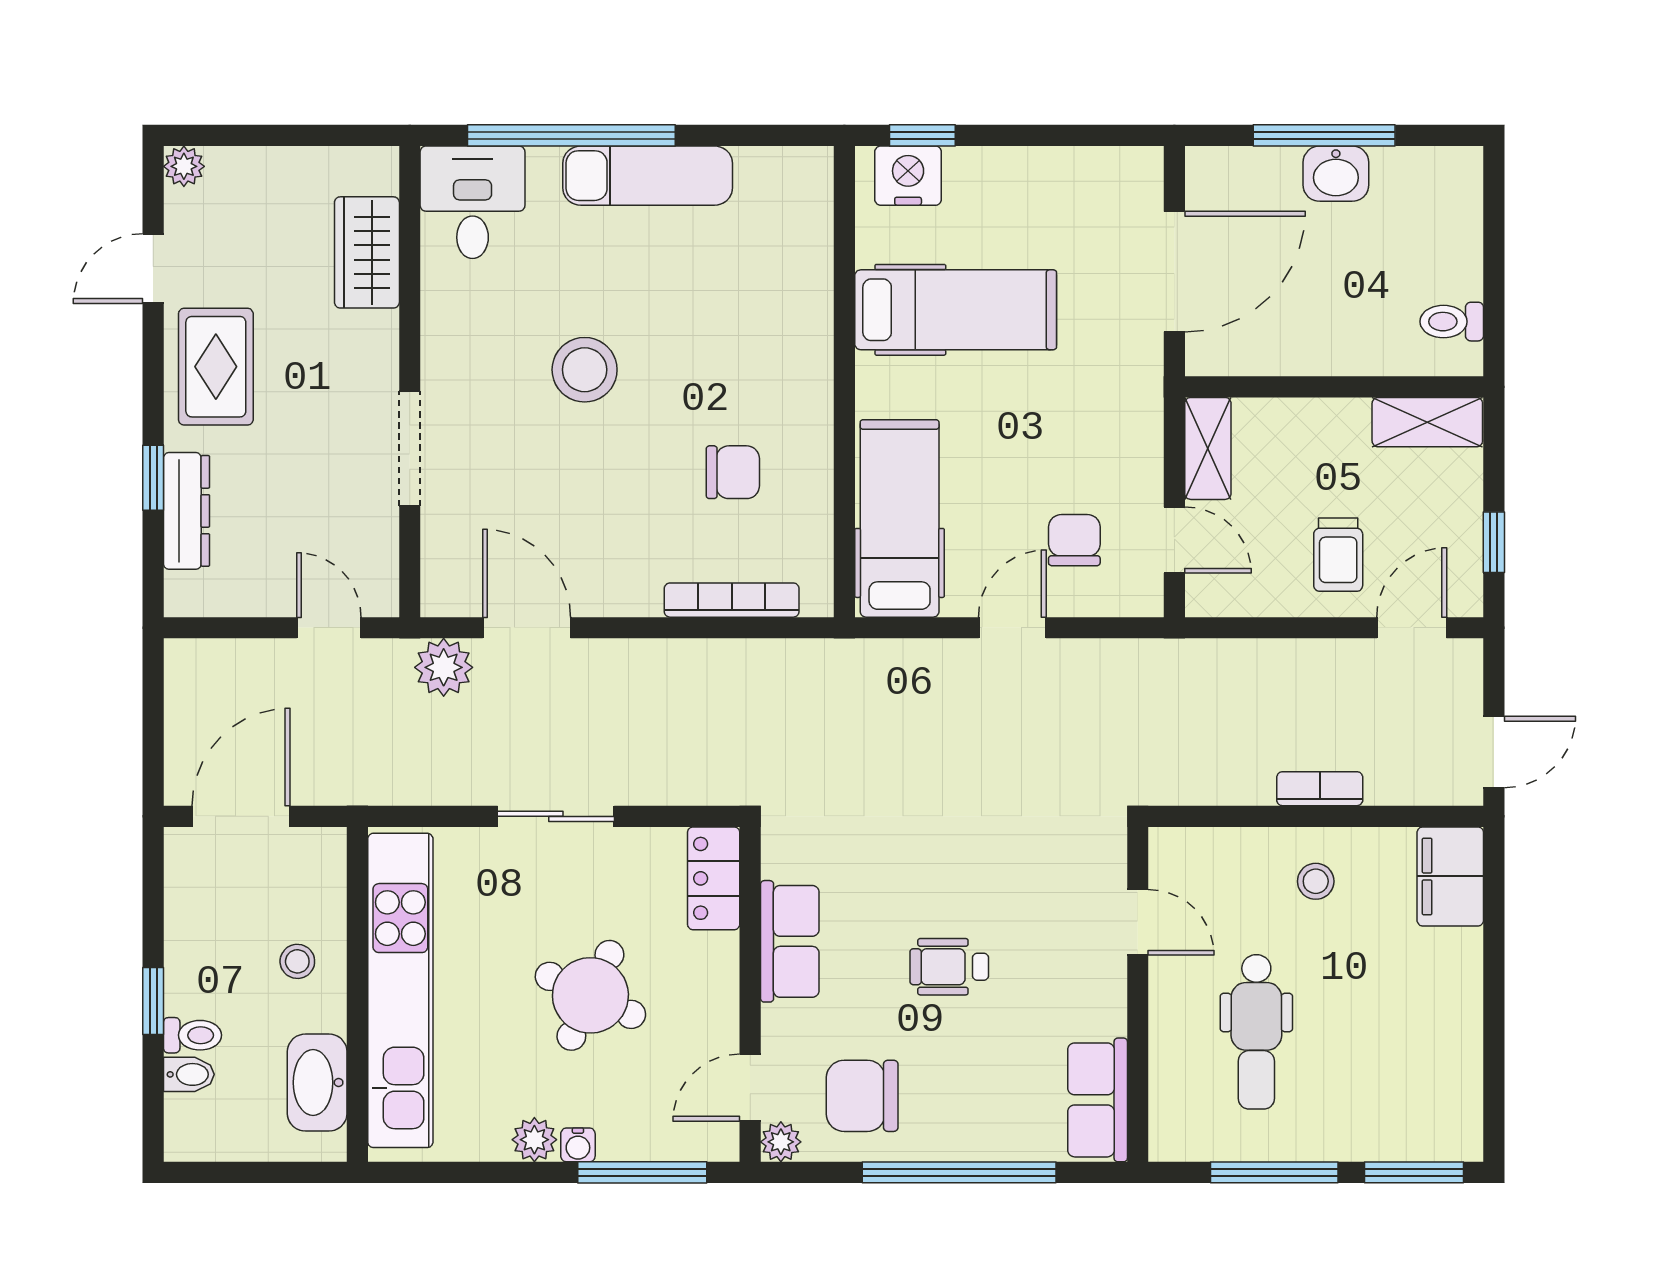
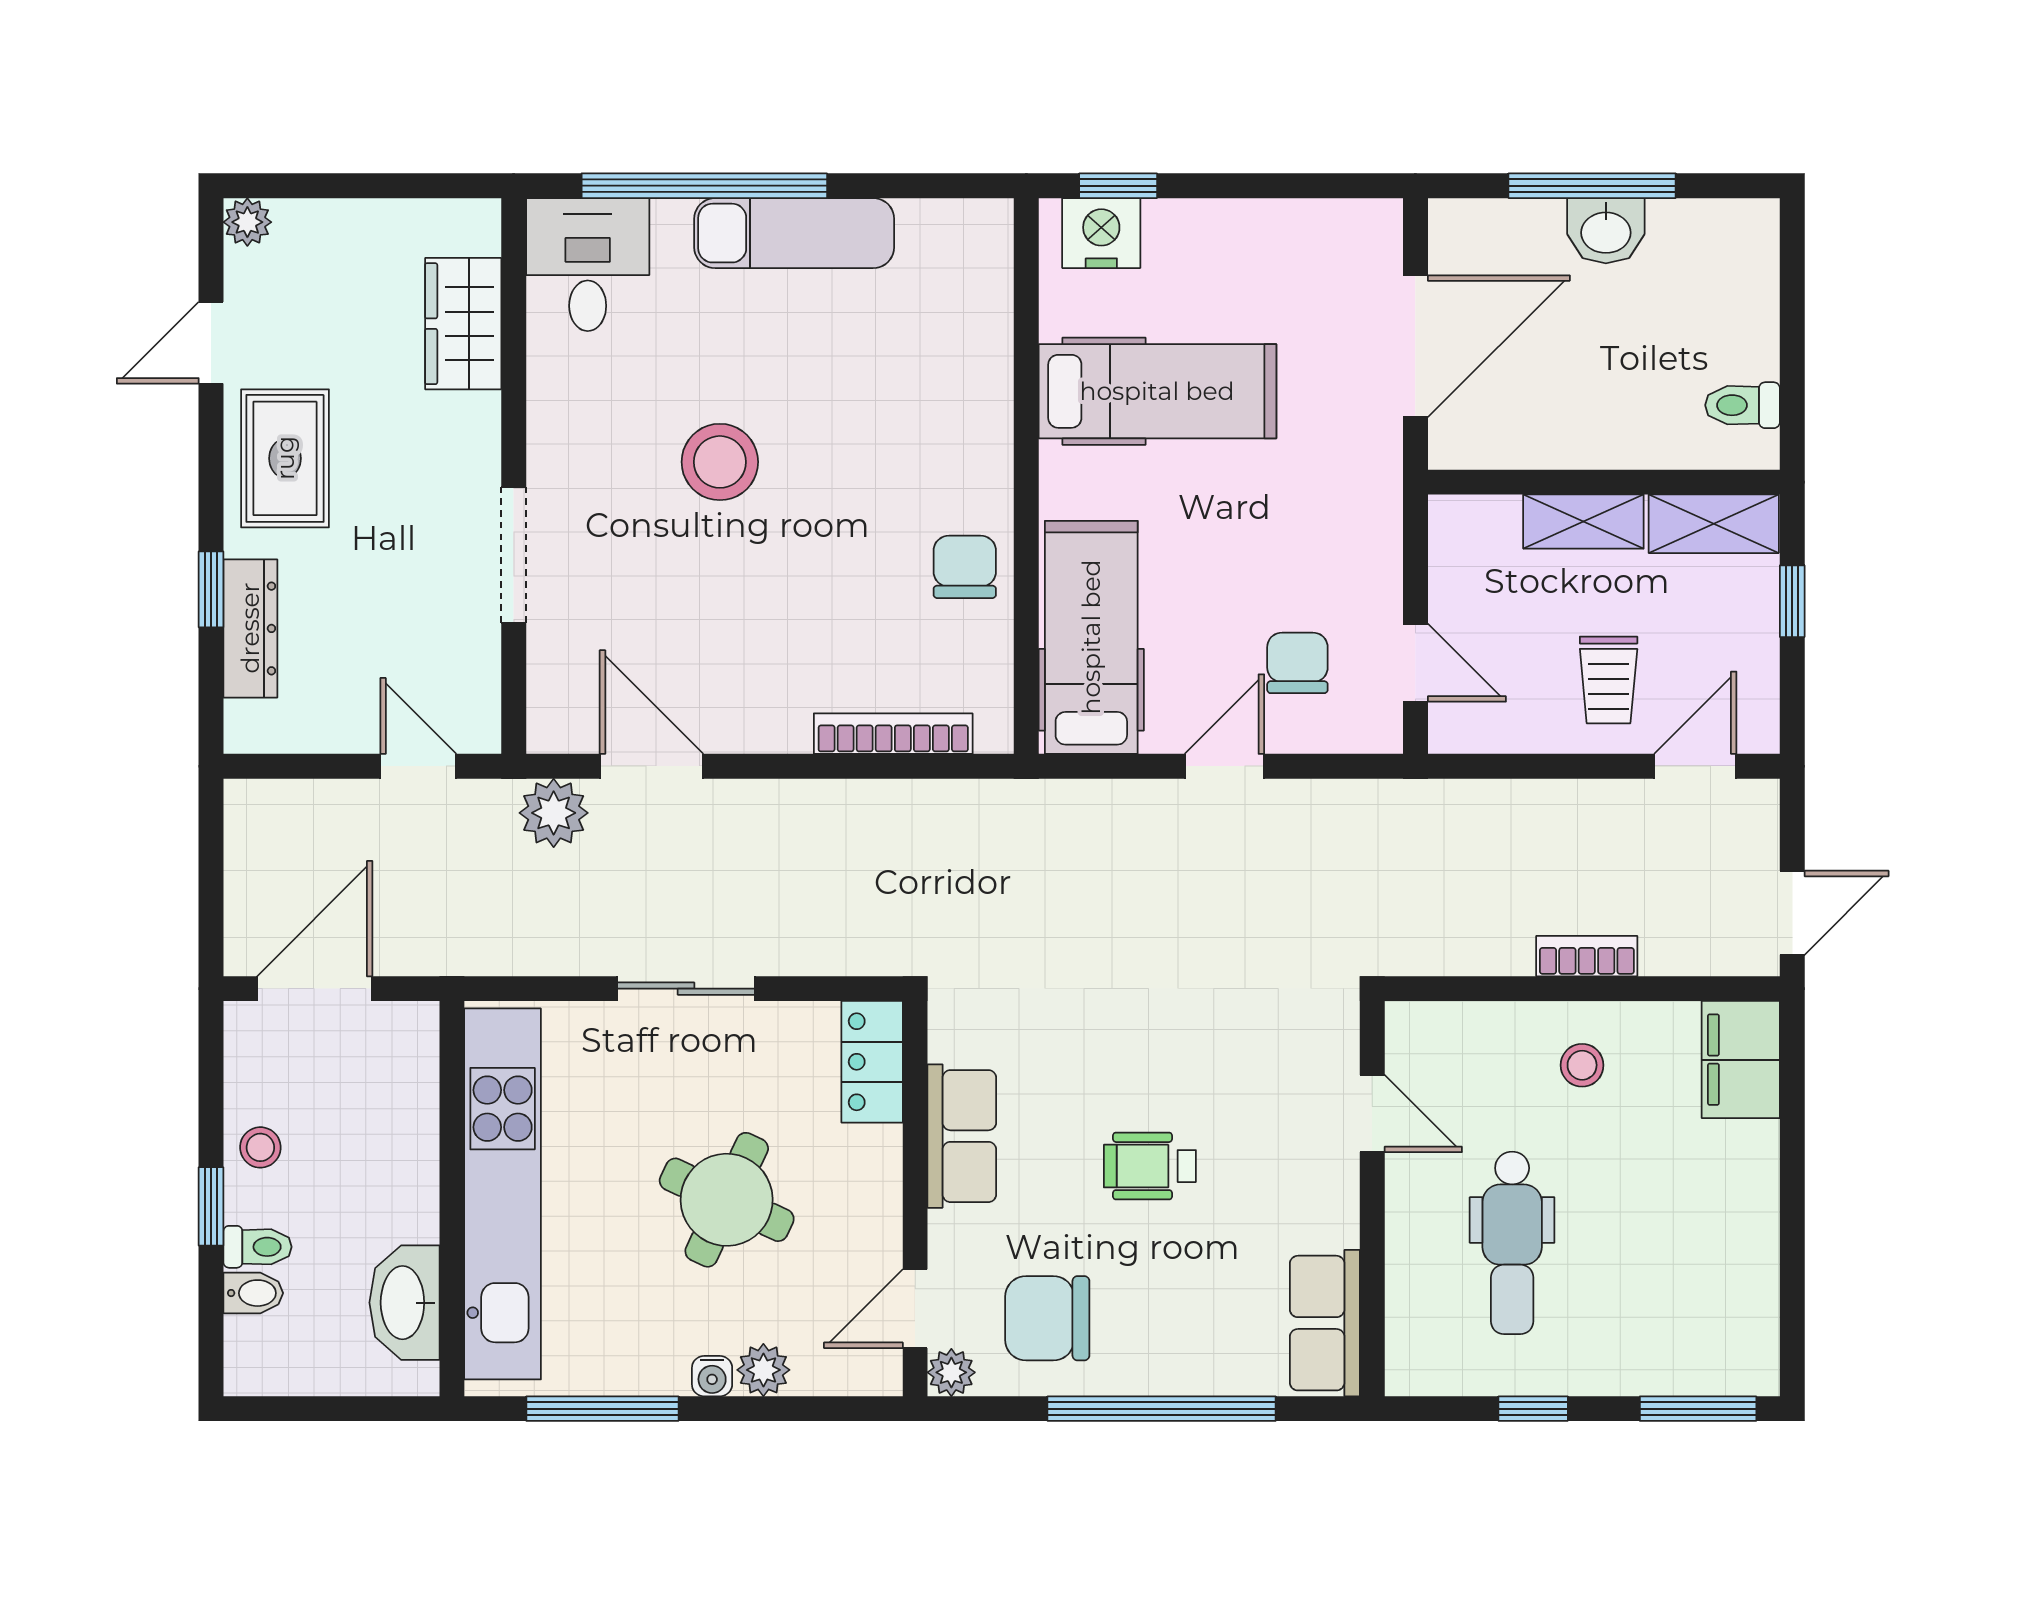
shelving: (1208, 448) -> (1583, 522), moved, turned 90
chair: (733, 472) -> (965, 567), moved, turned -90
window: (1494, 542) -> (1792, 601), moved
stool: (297, 961) -> (260, 1147), moved
plant: (534, 1140) -> (763, 1370), moved
window: (642, 1172) -> (602, 1409), moved
window: (1274, 1172) -> (1533, 1409), width x0.46

